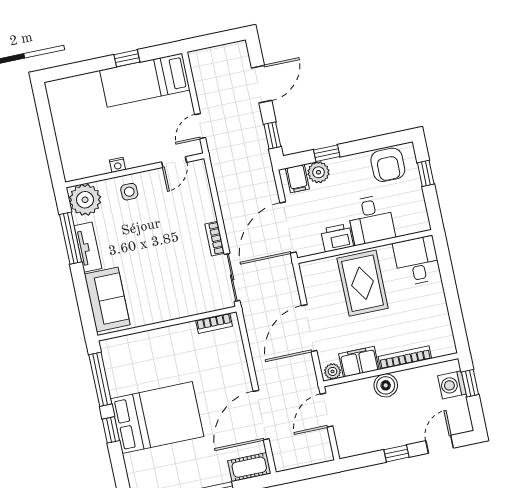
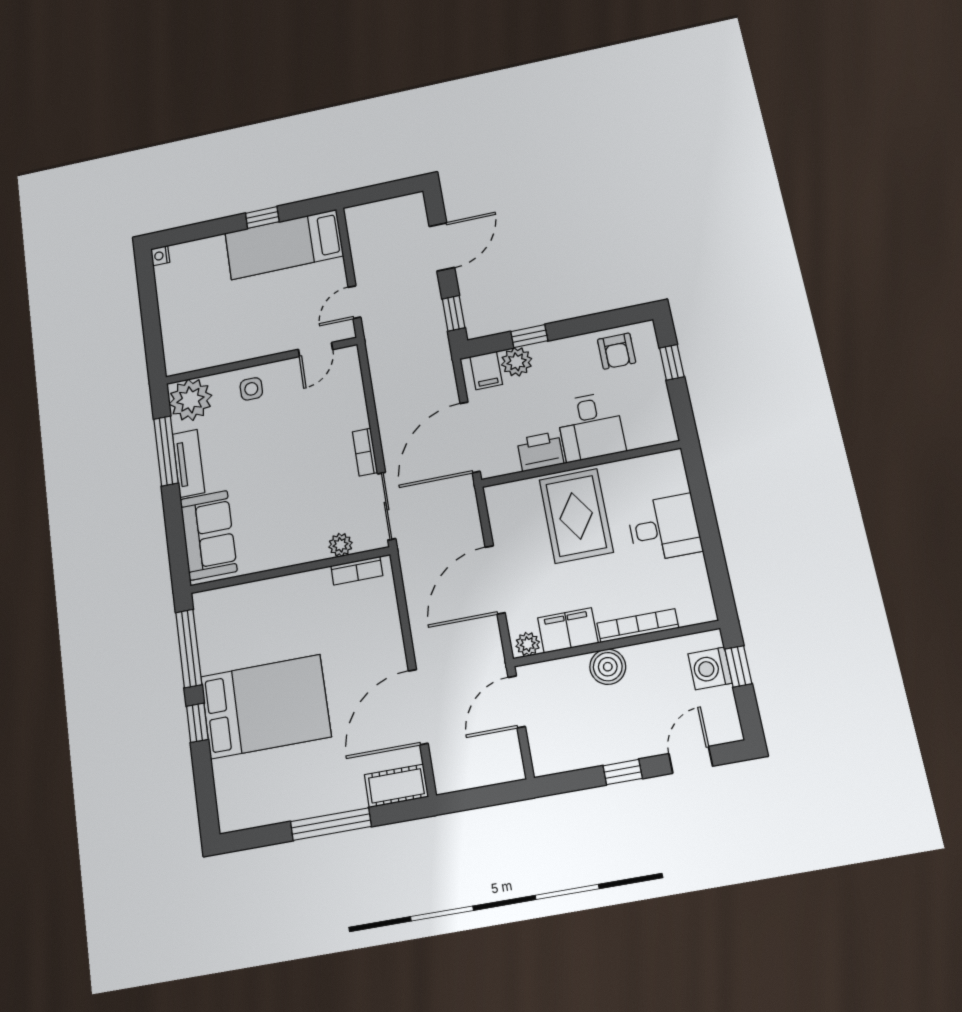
nightstand: (118, 165) -> (160, 256), moved, turned 90
armchair: (388, 165) -> (617, 351), width x0.72, depth x0.72
desk: (417, 261) -> (664, 528), moved, turned 90
plant: (201, 305) -> (340, 545), added

